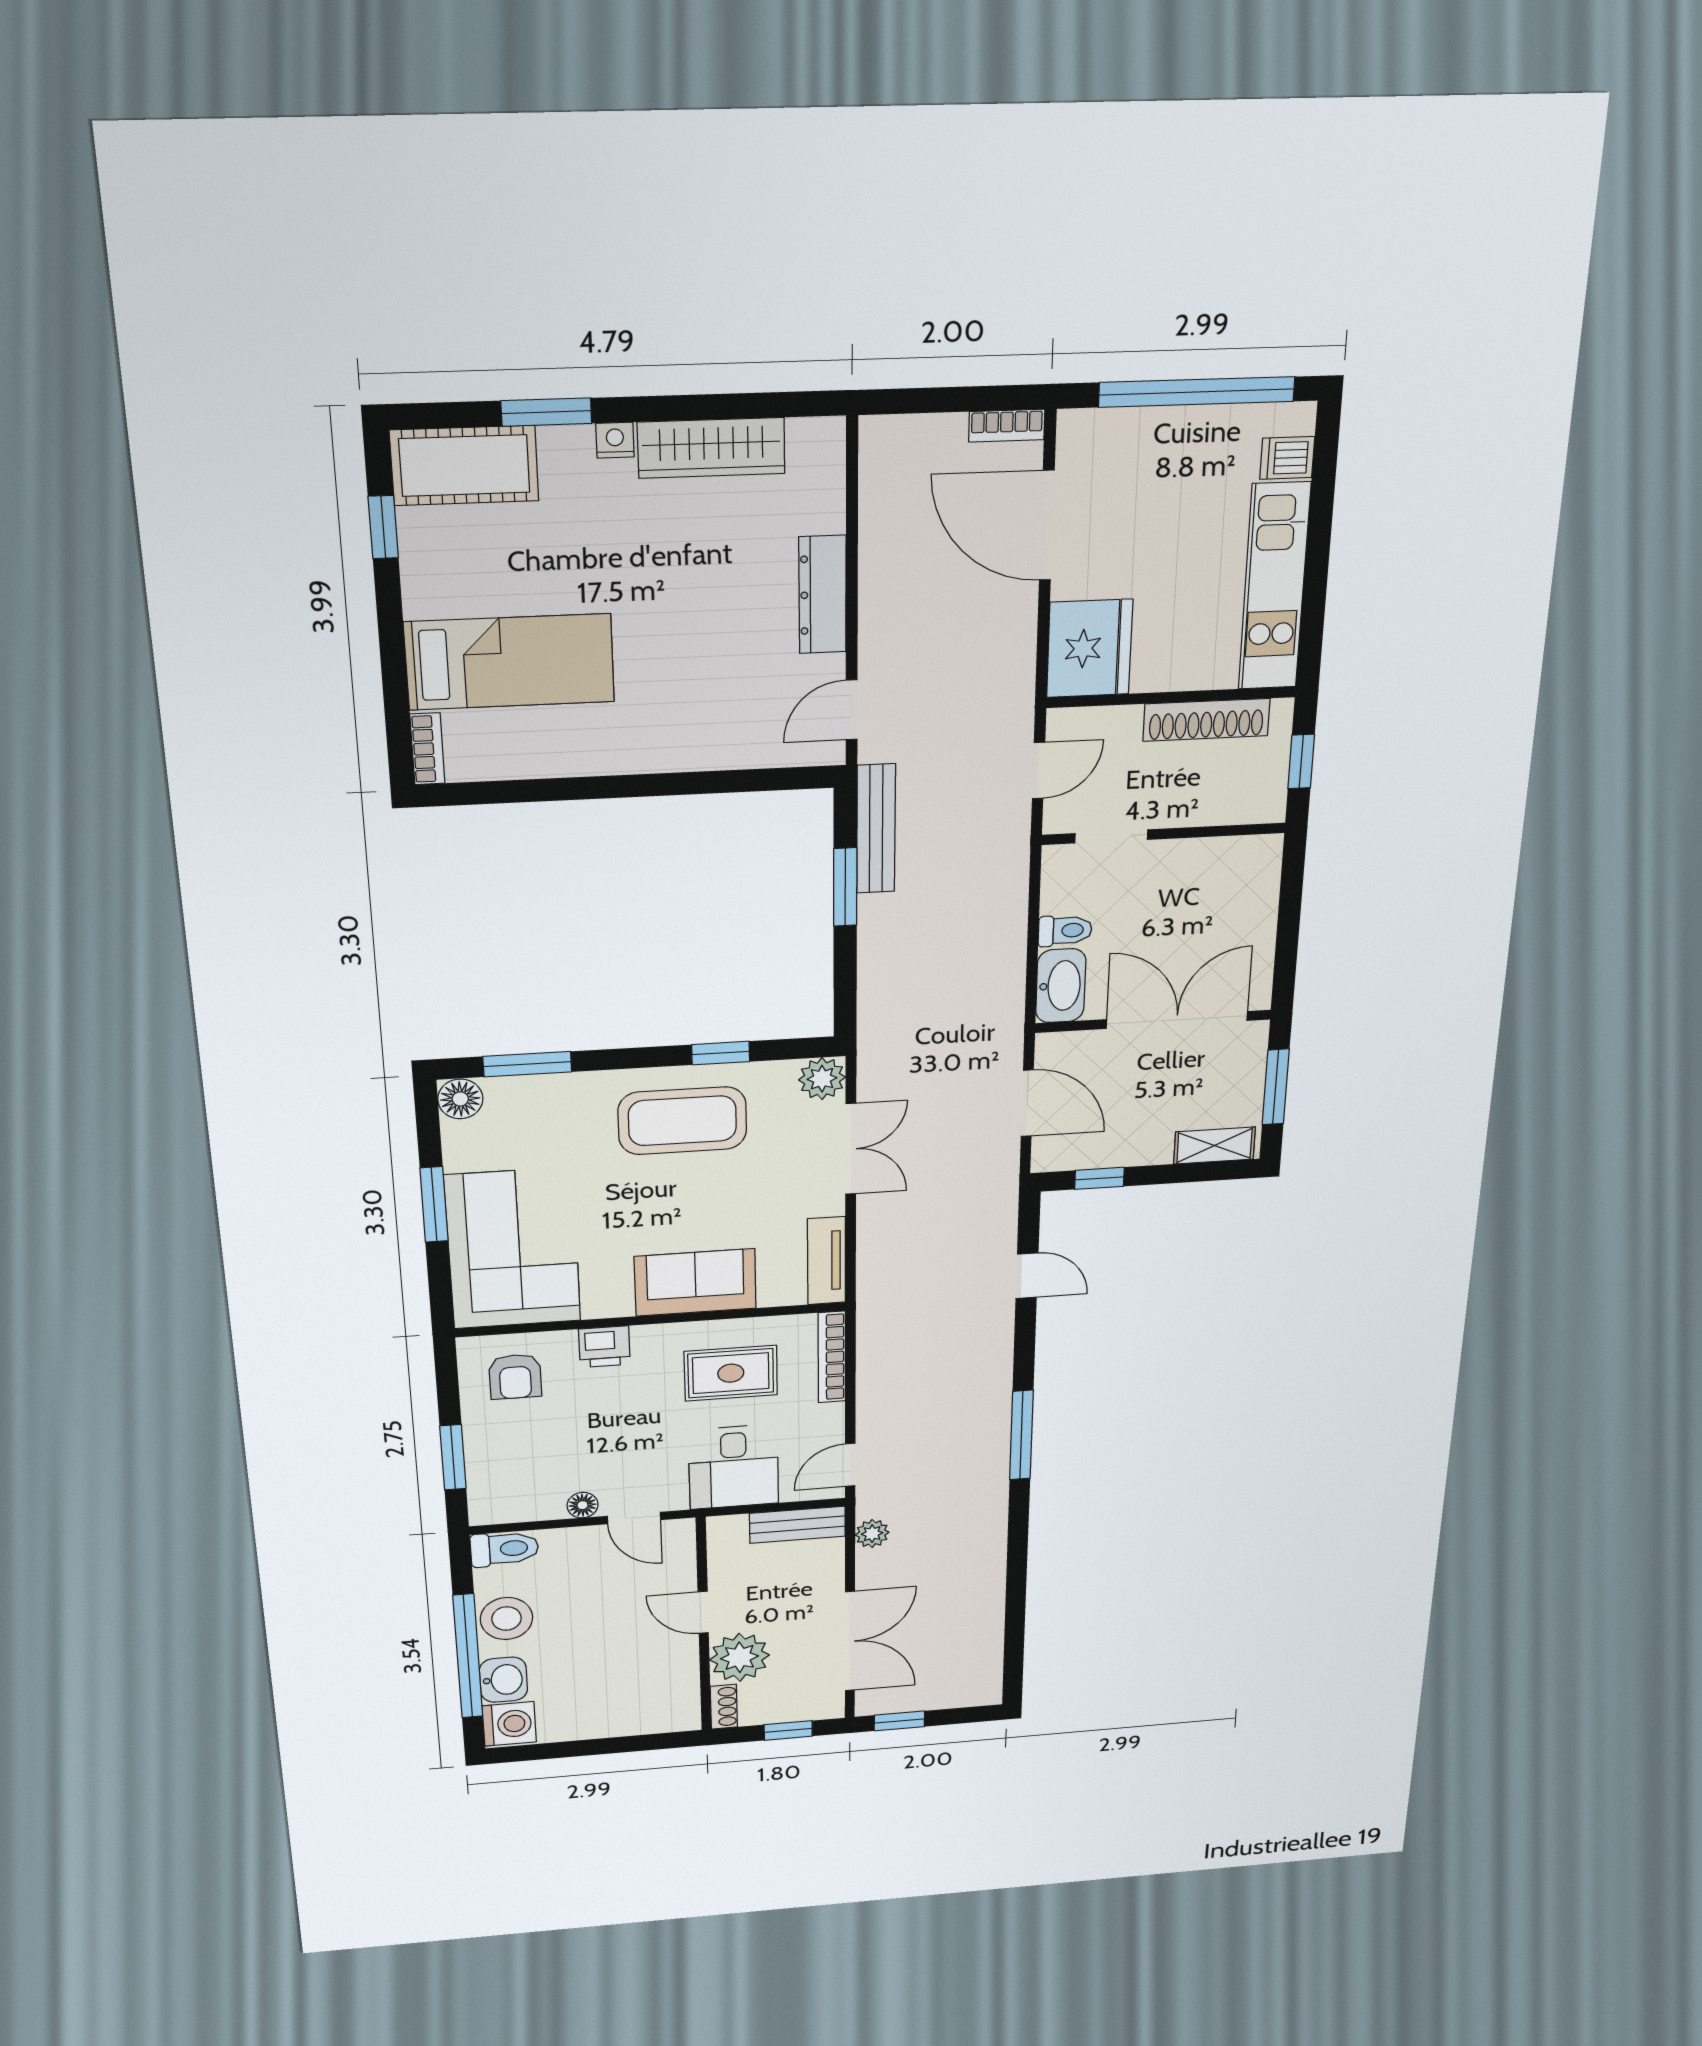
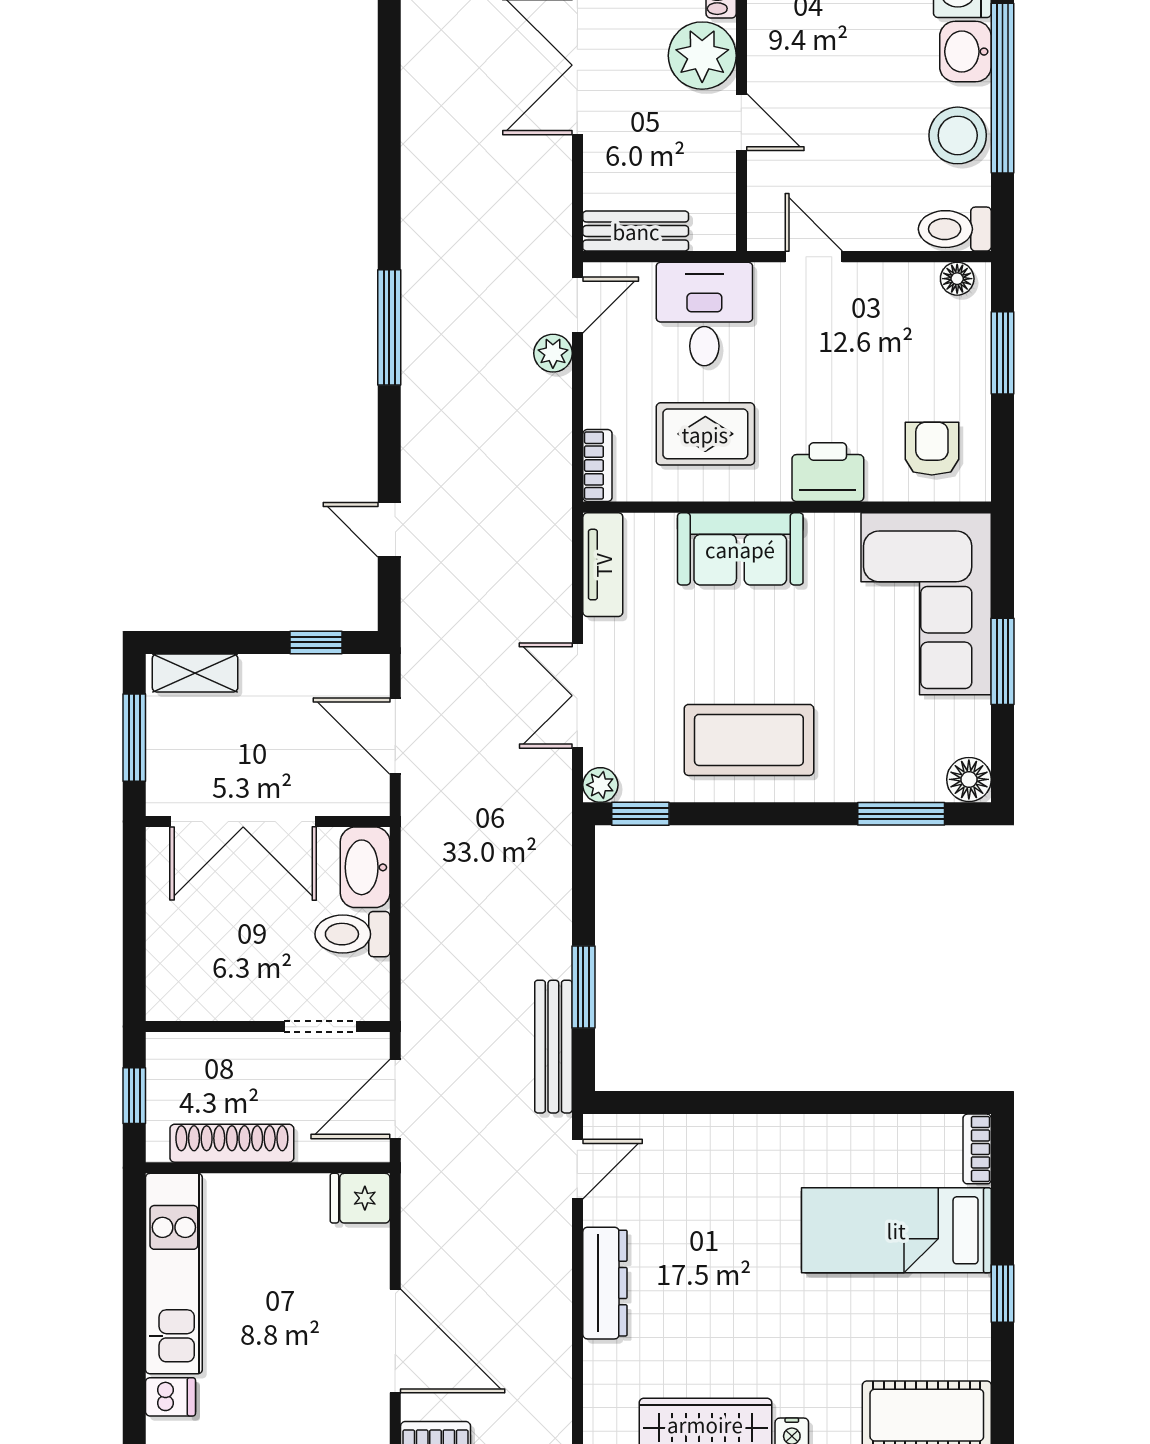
window: (383, 527) -> (1003, 1293), moved
fridge: (1090, 648) -> (360, 1198), width x0.53, depth x0.75
door: (1039, 771) -> (395, 1099), width x1.38
toilet: (1065, 931) -> (352, 934), width x1.37, depth x1.39
window: (721, 1053) -> (640, 814), moved
plant: (822, 1079) -> (600, 785), width x0.73, depth x0.73
printer: (604, 1347) -> (828, 472), width x1.36, depth x1.24
bookcase: (832, 1357) -> (597, 466), width x0.64
floor lamp: (583, 1505) -> (957, 279), moved
plant: (872, 1534) -> (553, 353), moved

